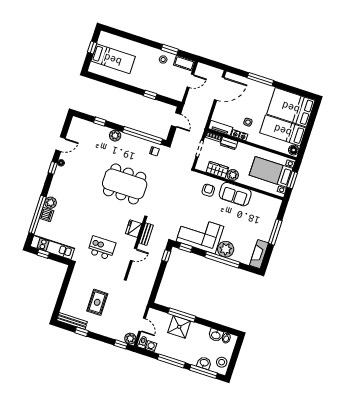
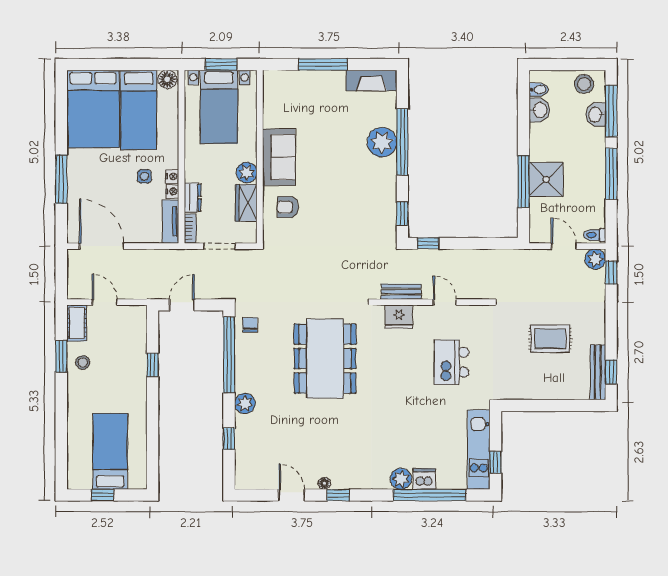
corner sofa: (200, 234) -> (370, 196), removed
door: (142, 325) -> (564, 246), hinge flipped
window: (82, 332) -> (611, 372), moved
washing machine: (151, 346) -> (597, 218), removed

